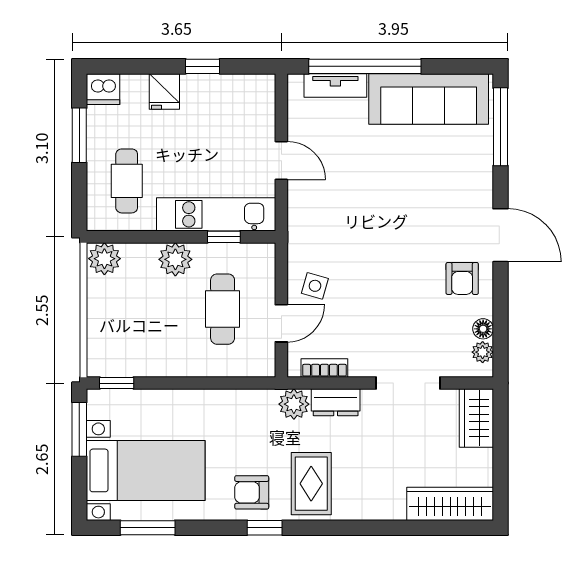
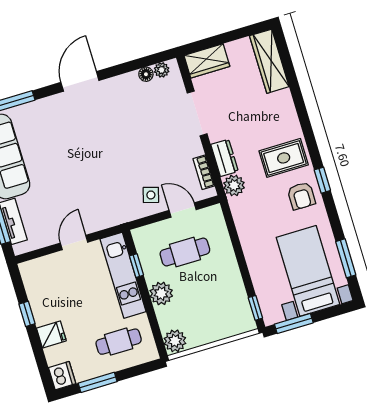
armchair: (462, 278) -> (117, 98), removed

